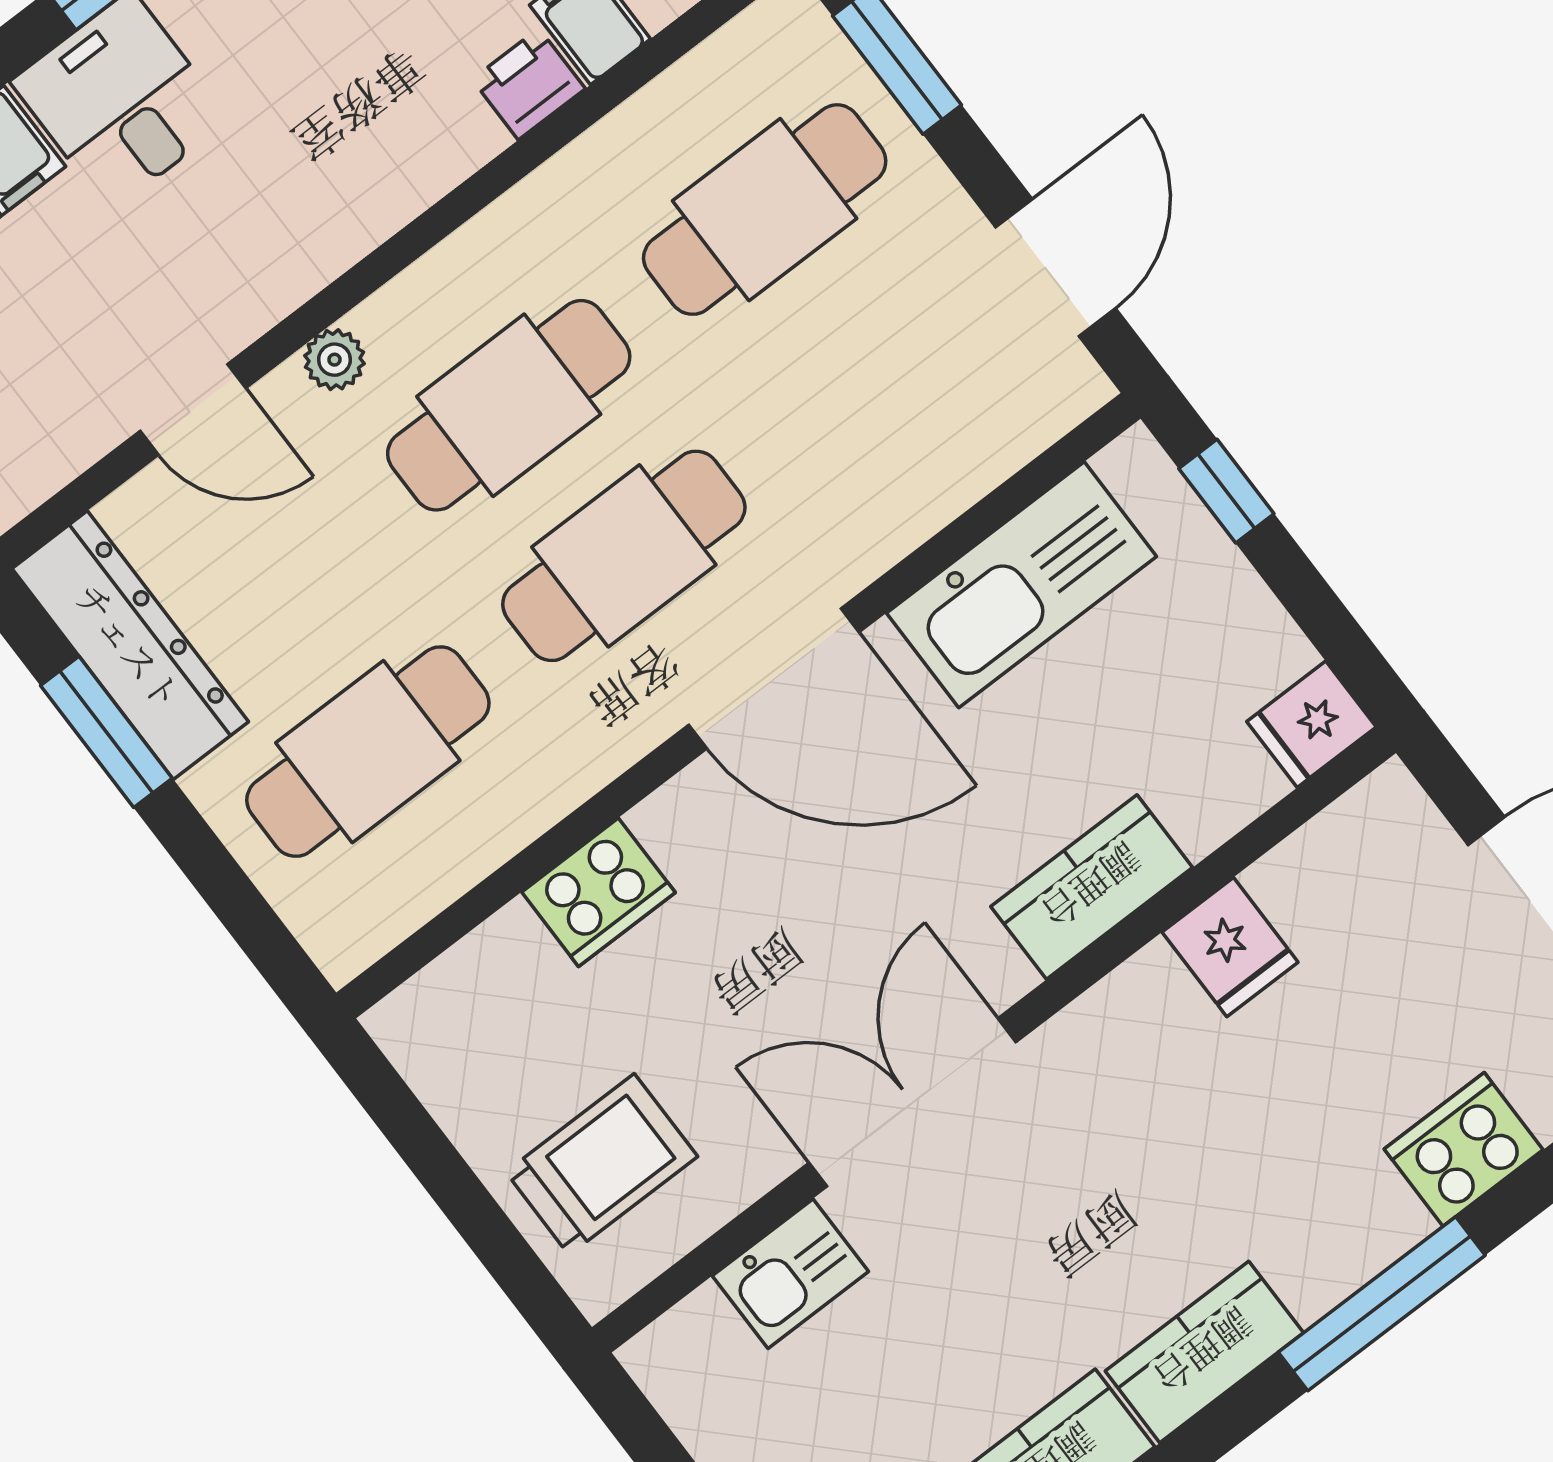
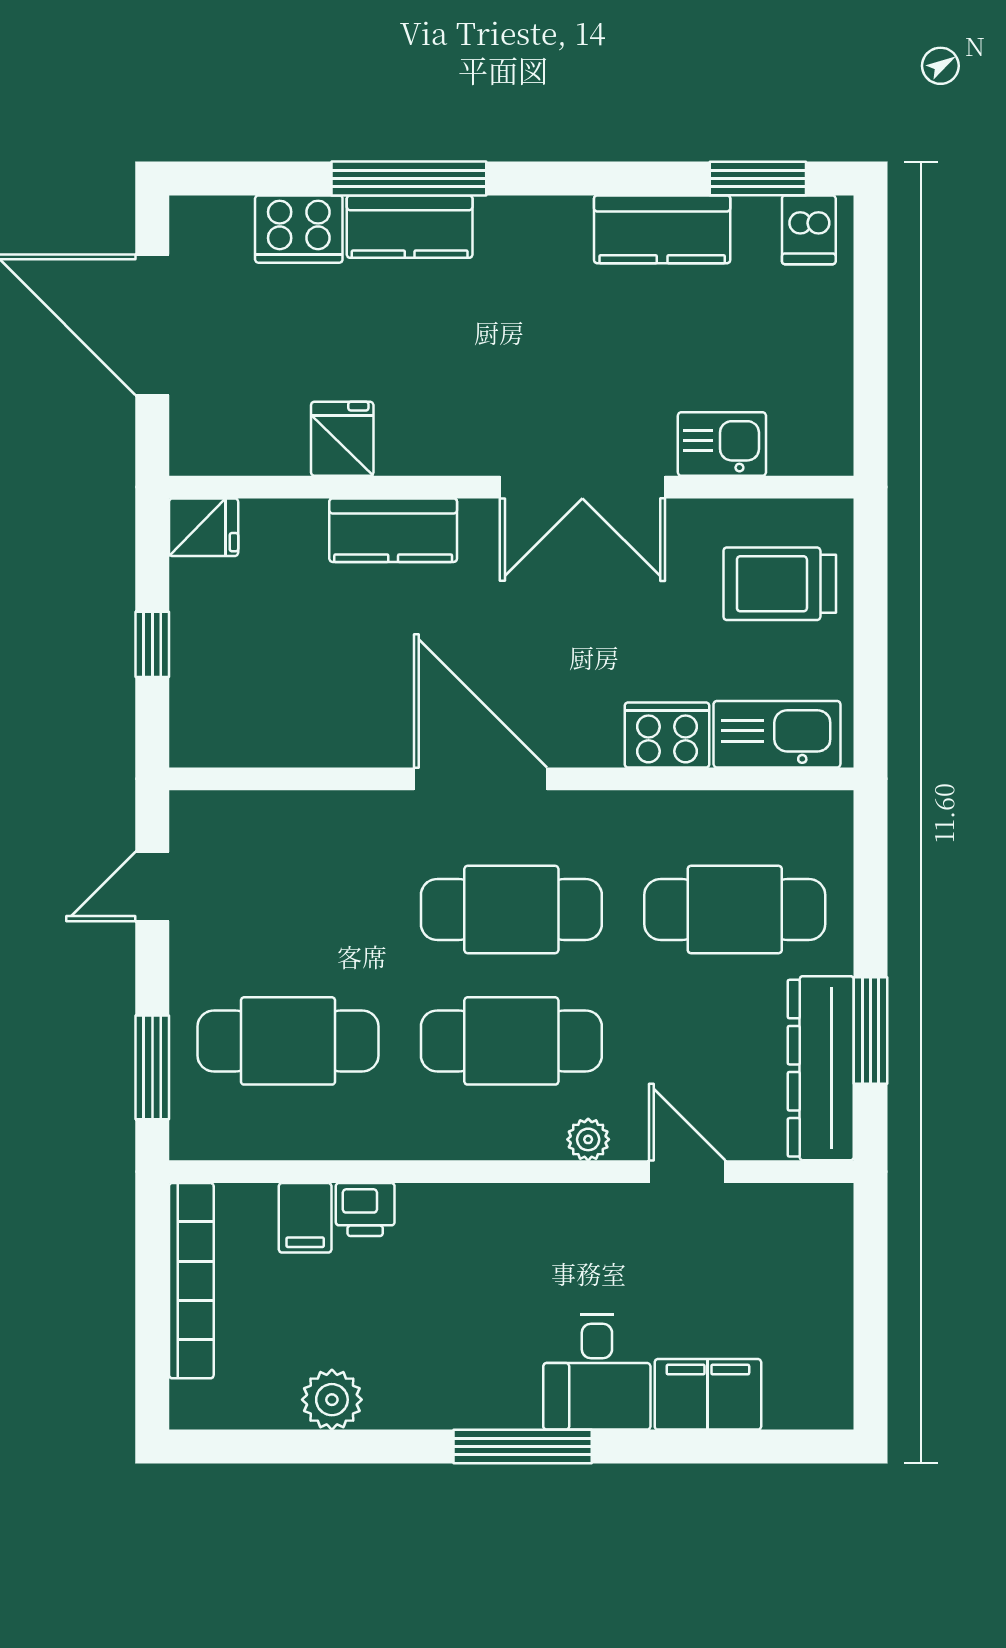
door: (1056, 268) -> (152, 887), width x0.73
window: (1226, 491) -> (152, 644), moved
kitchen sink: (1021, 585) -> (777, 734), moved, width x0.73, depth x0.81
kitchen counter: (1204, 1352) -> (410, 227), moved

